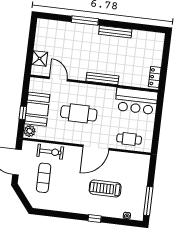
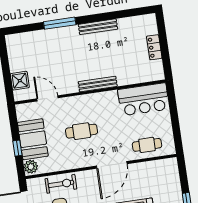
locker: (155, 77) -> (154, 47), moved
cafe table: (79, 113) -> (82, 131), width x0.73, depth x0.74

